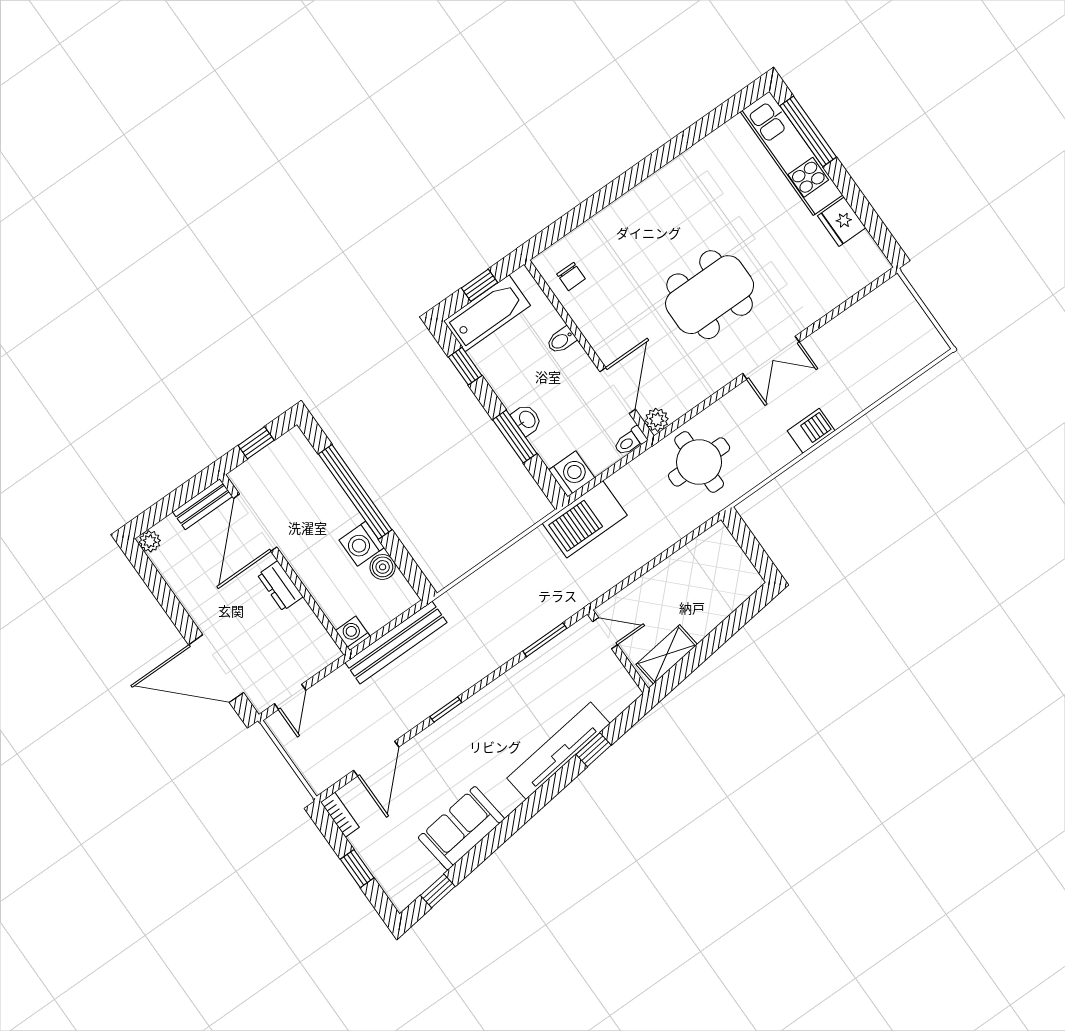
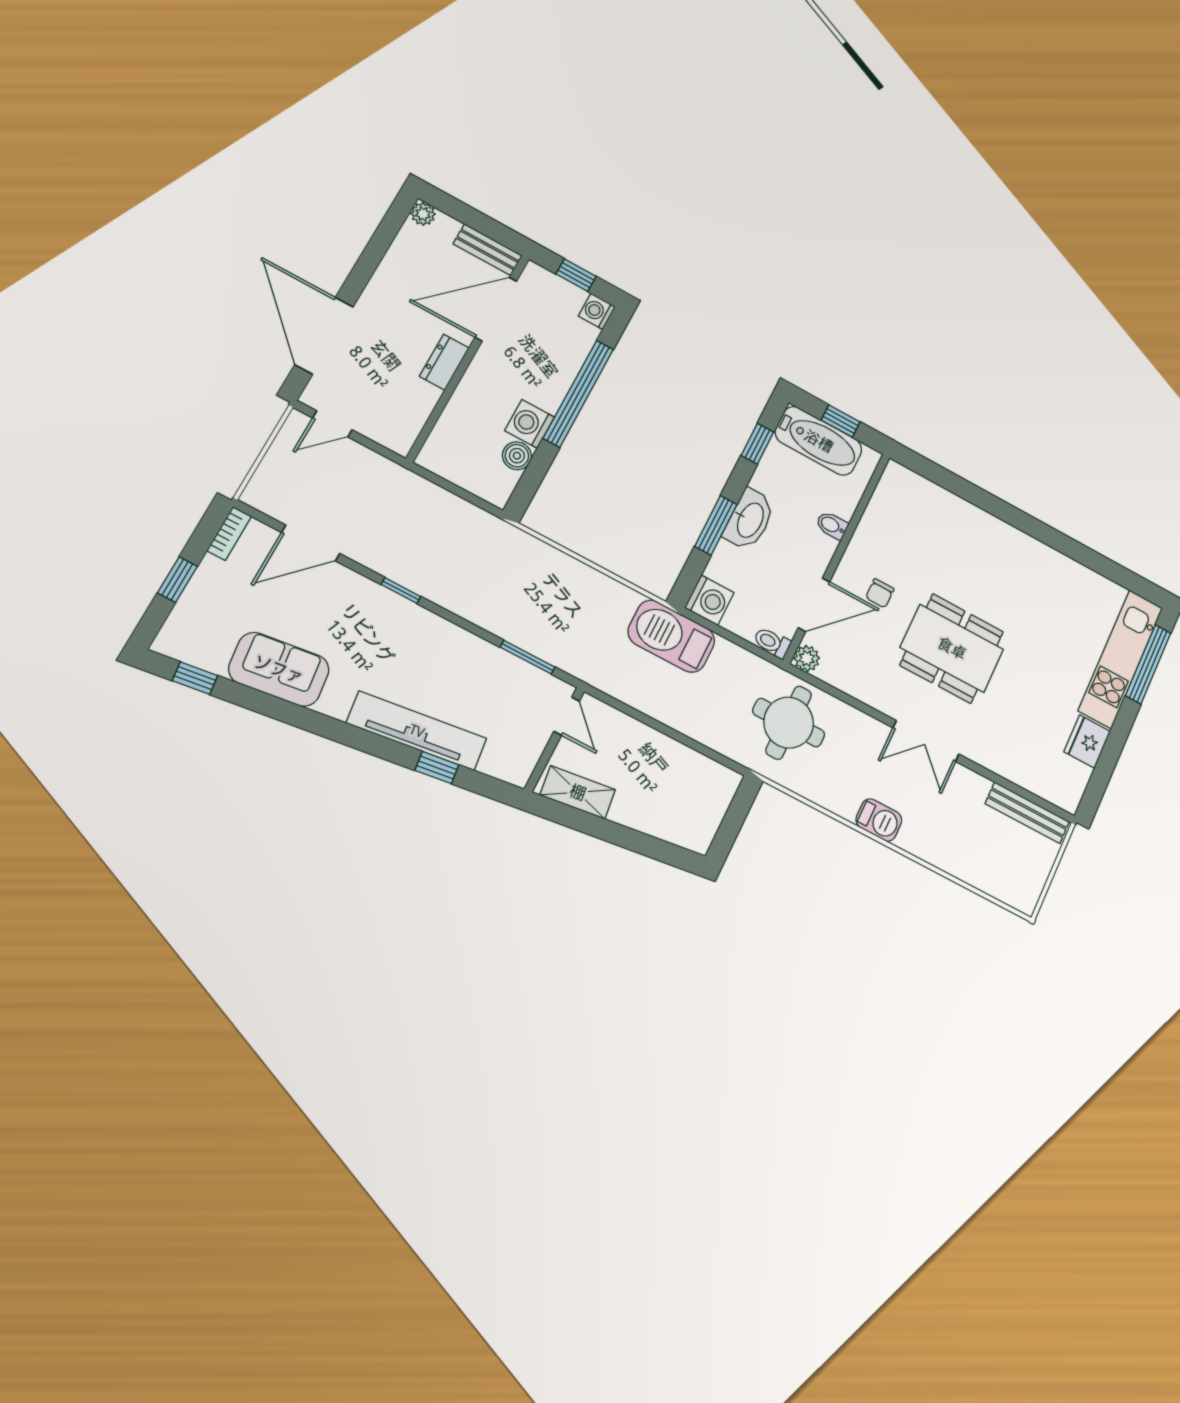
chair: (571, 276) -> (880, 593), moved
washbasin: (527, 420) -> (749, 520), width x1.91, depth x1.45
washing machine: (353, 633) -> (597, 311), moved, turned -90
bench: (396, 643) -> (1027, 813), moved, width x0.73, depth x0.82

